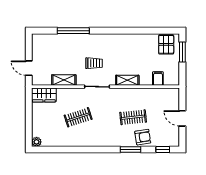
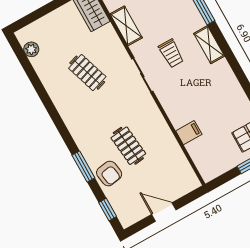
filing cabinet: (158, 78) -> (189, 133), moved
shelving: (127, 80) -> (209, 45), moved
door: (182, 118) -> (164, 212), hinge flipped
plant: (36, 142) -> (31, 49), moved

